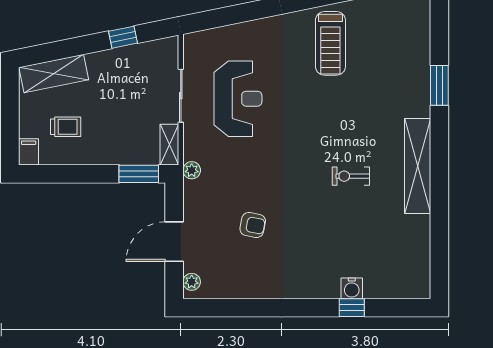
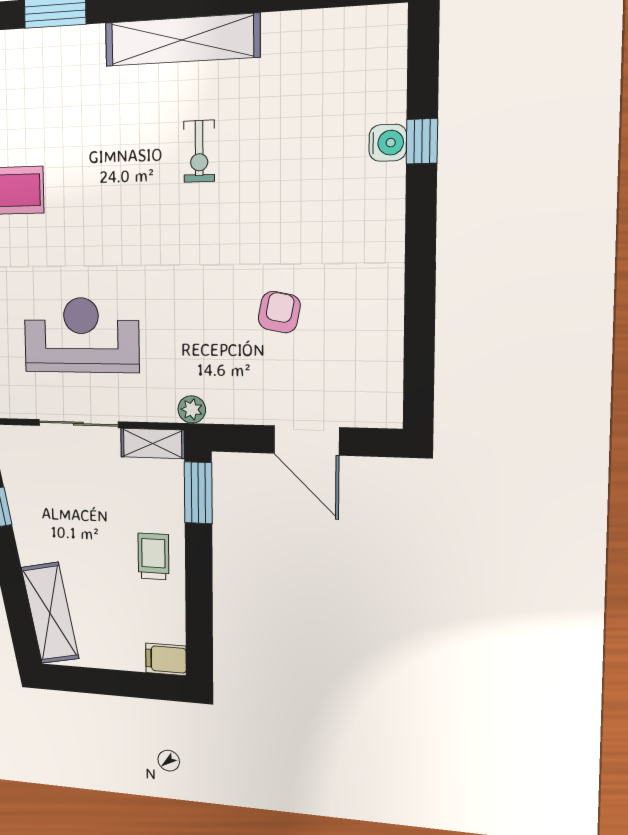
trolley: (66, 127) -> (153, 556), moved
plant: (192, 282) -> (374, 414), removed

